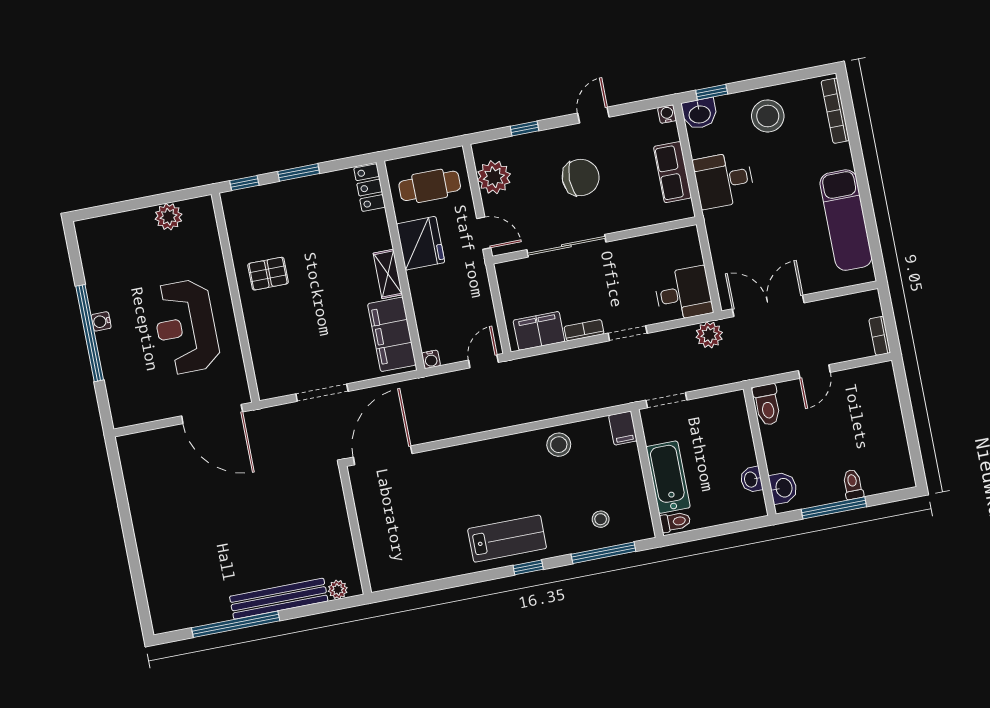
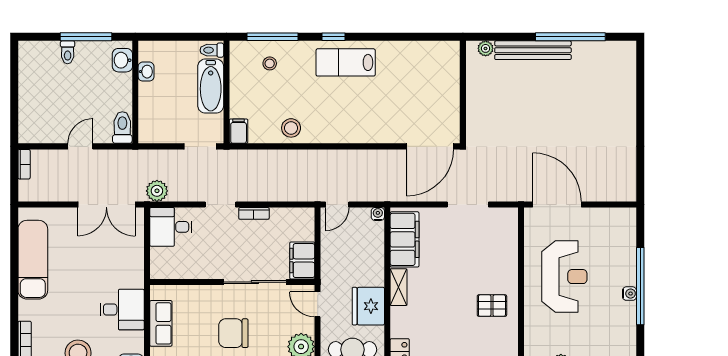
filing cabinet: (539, 331) -> (302, 261), moved, turned 90

